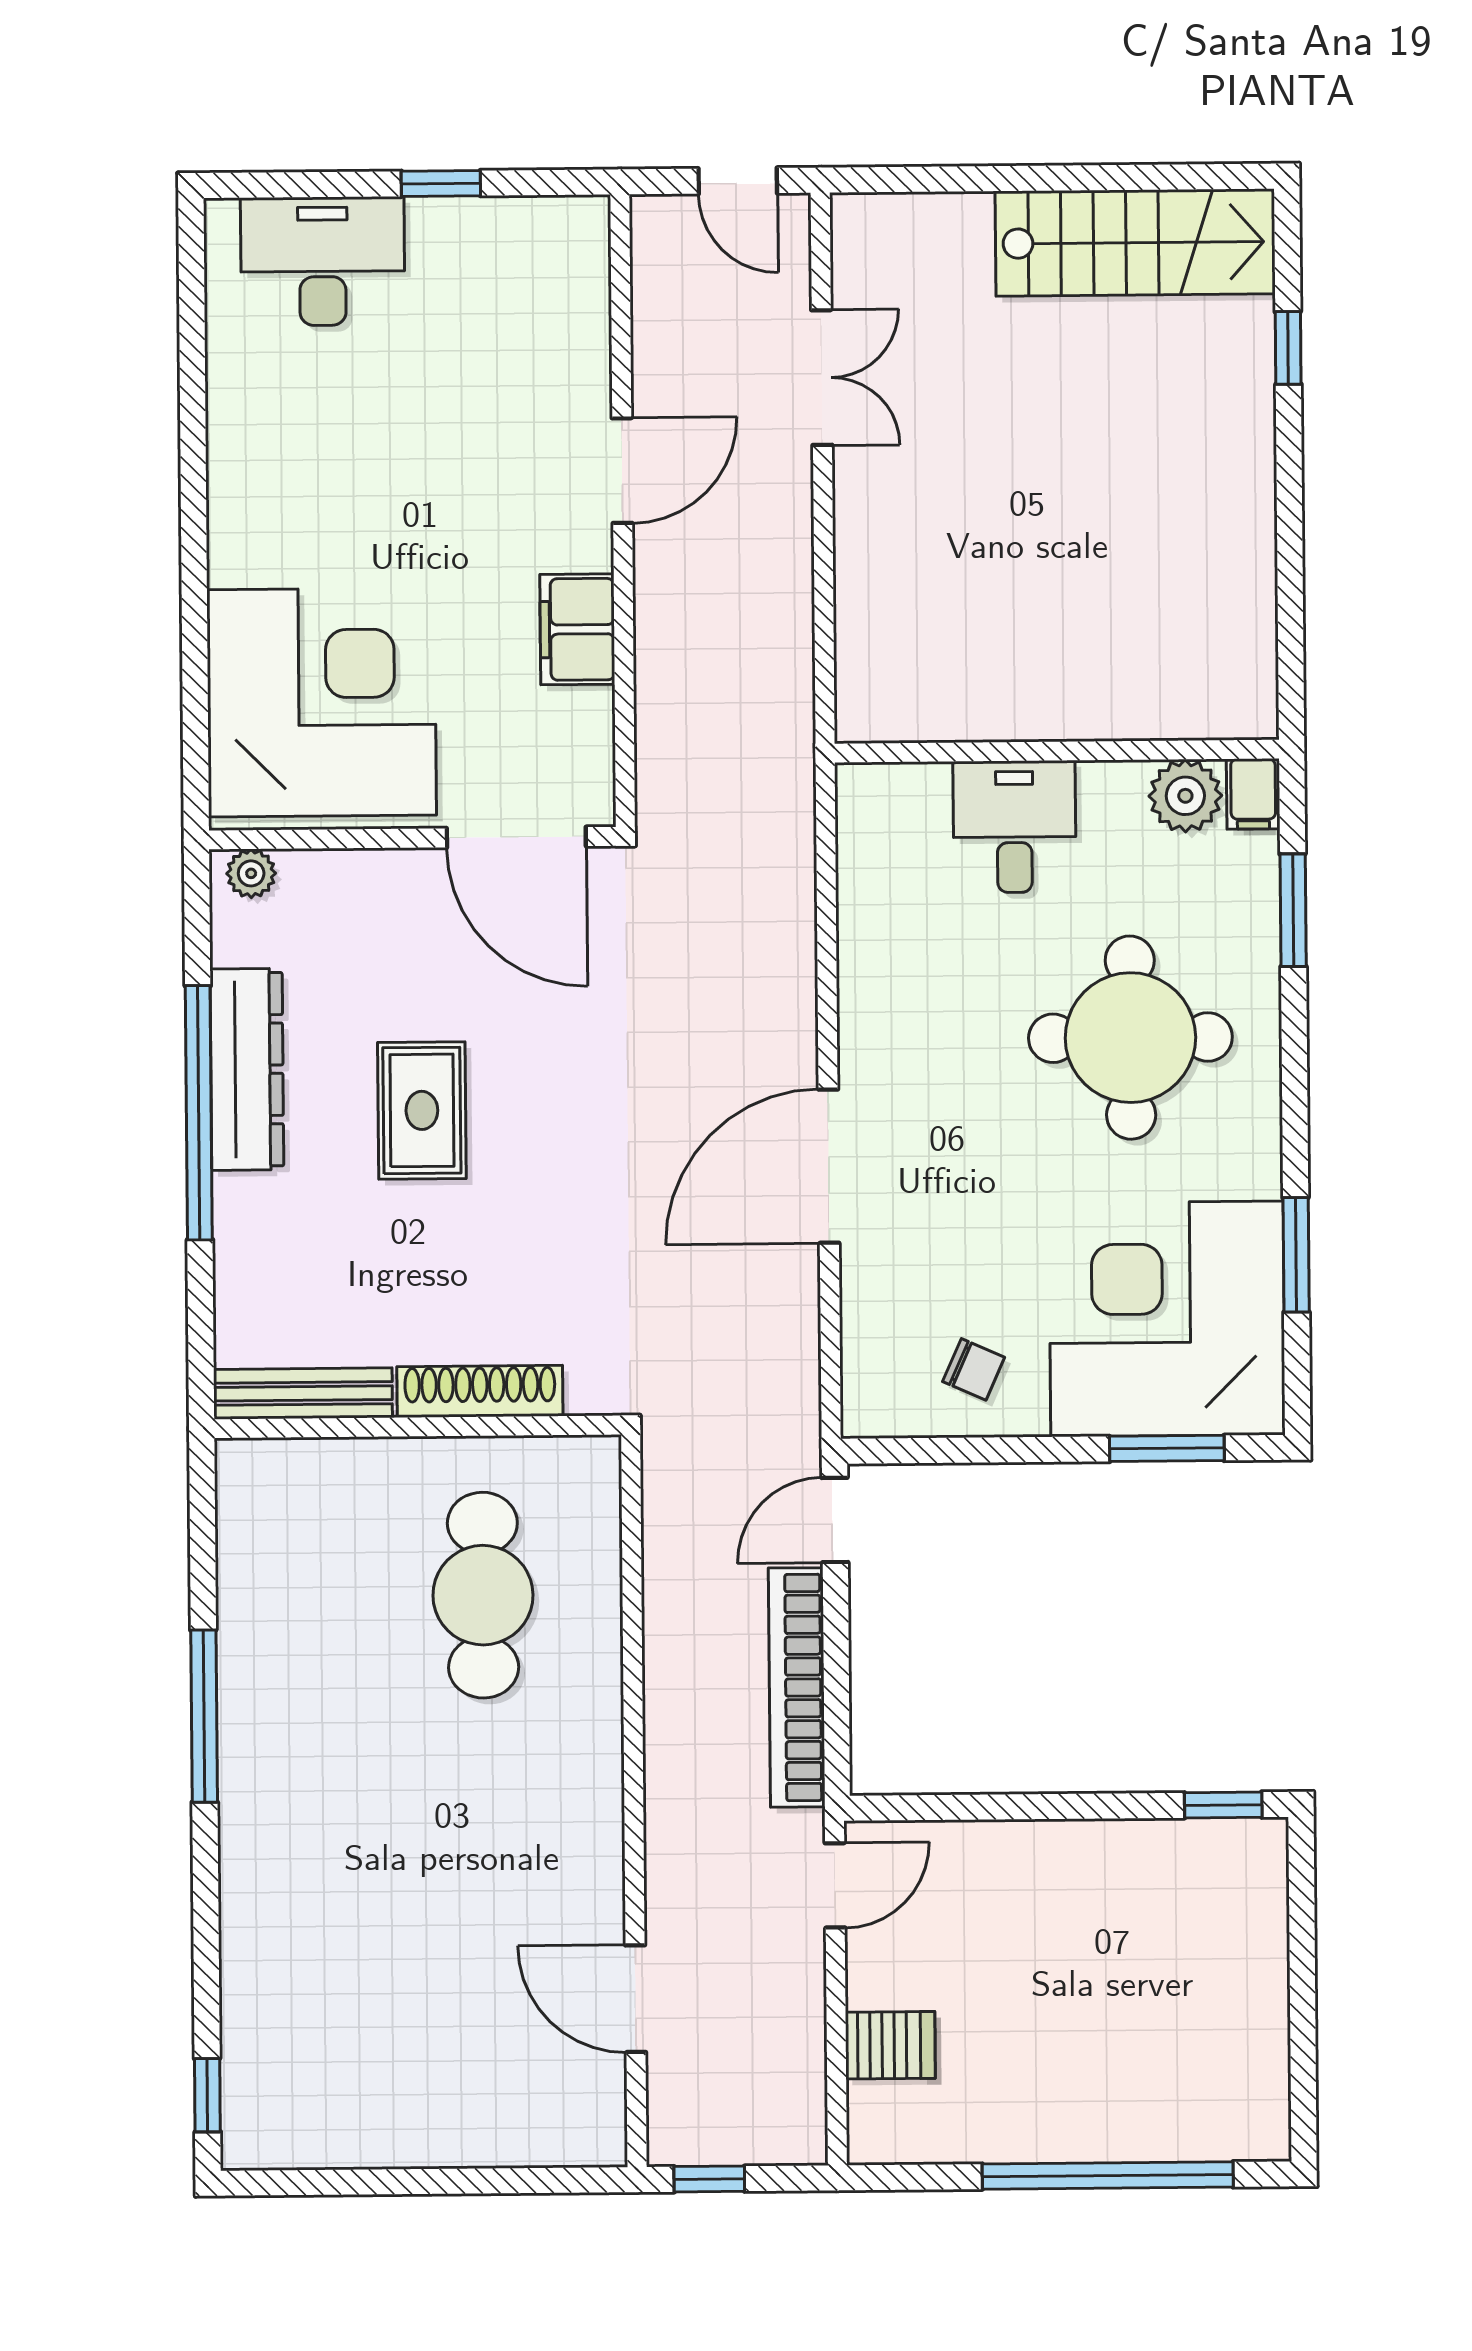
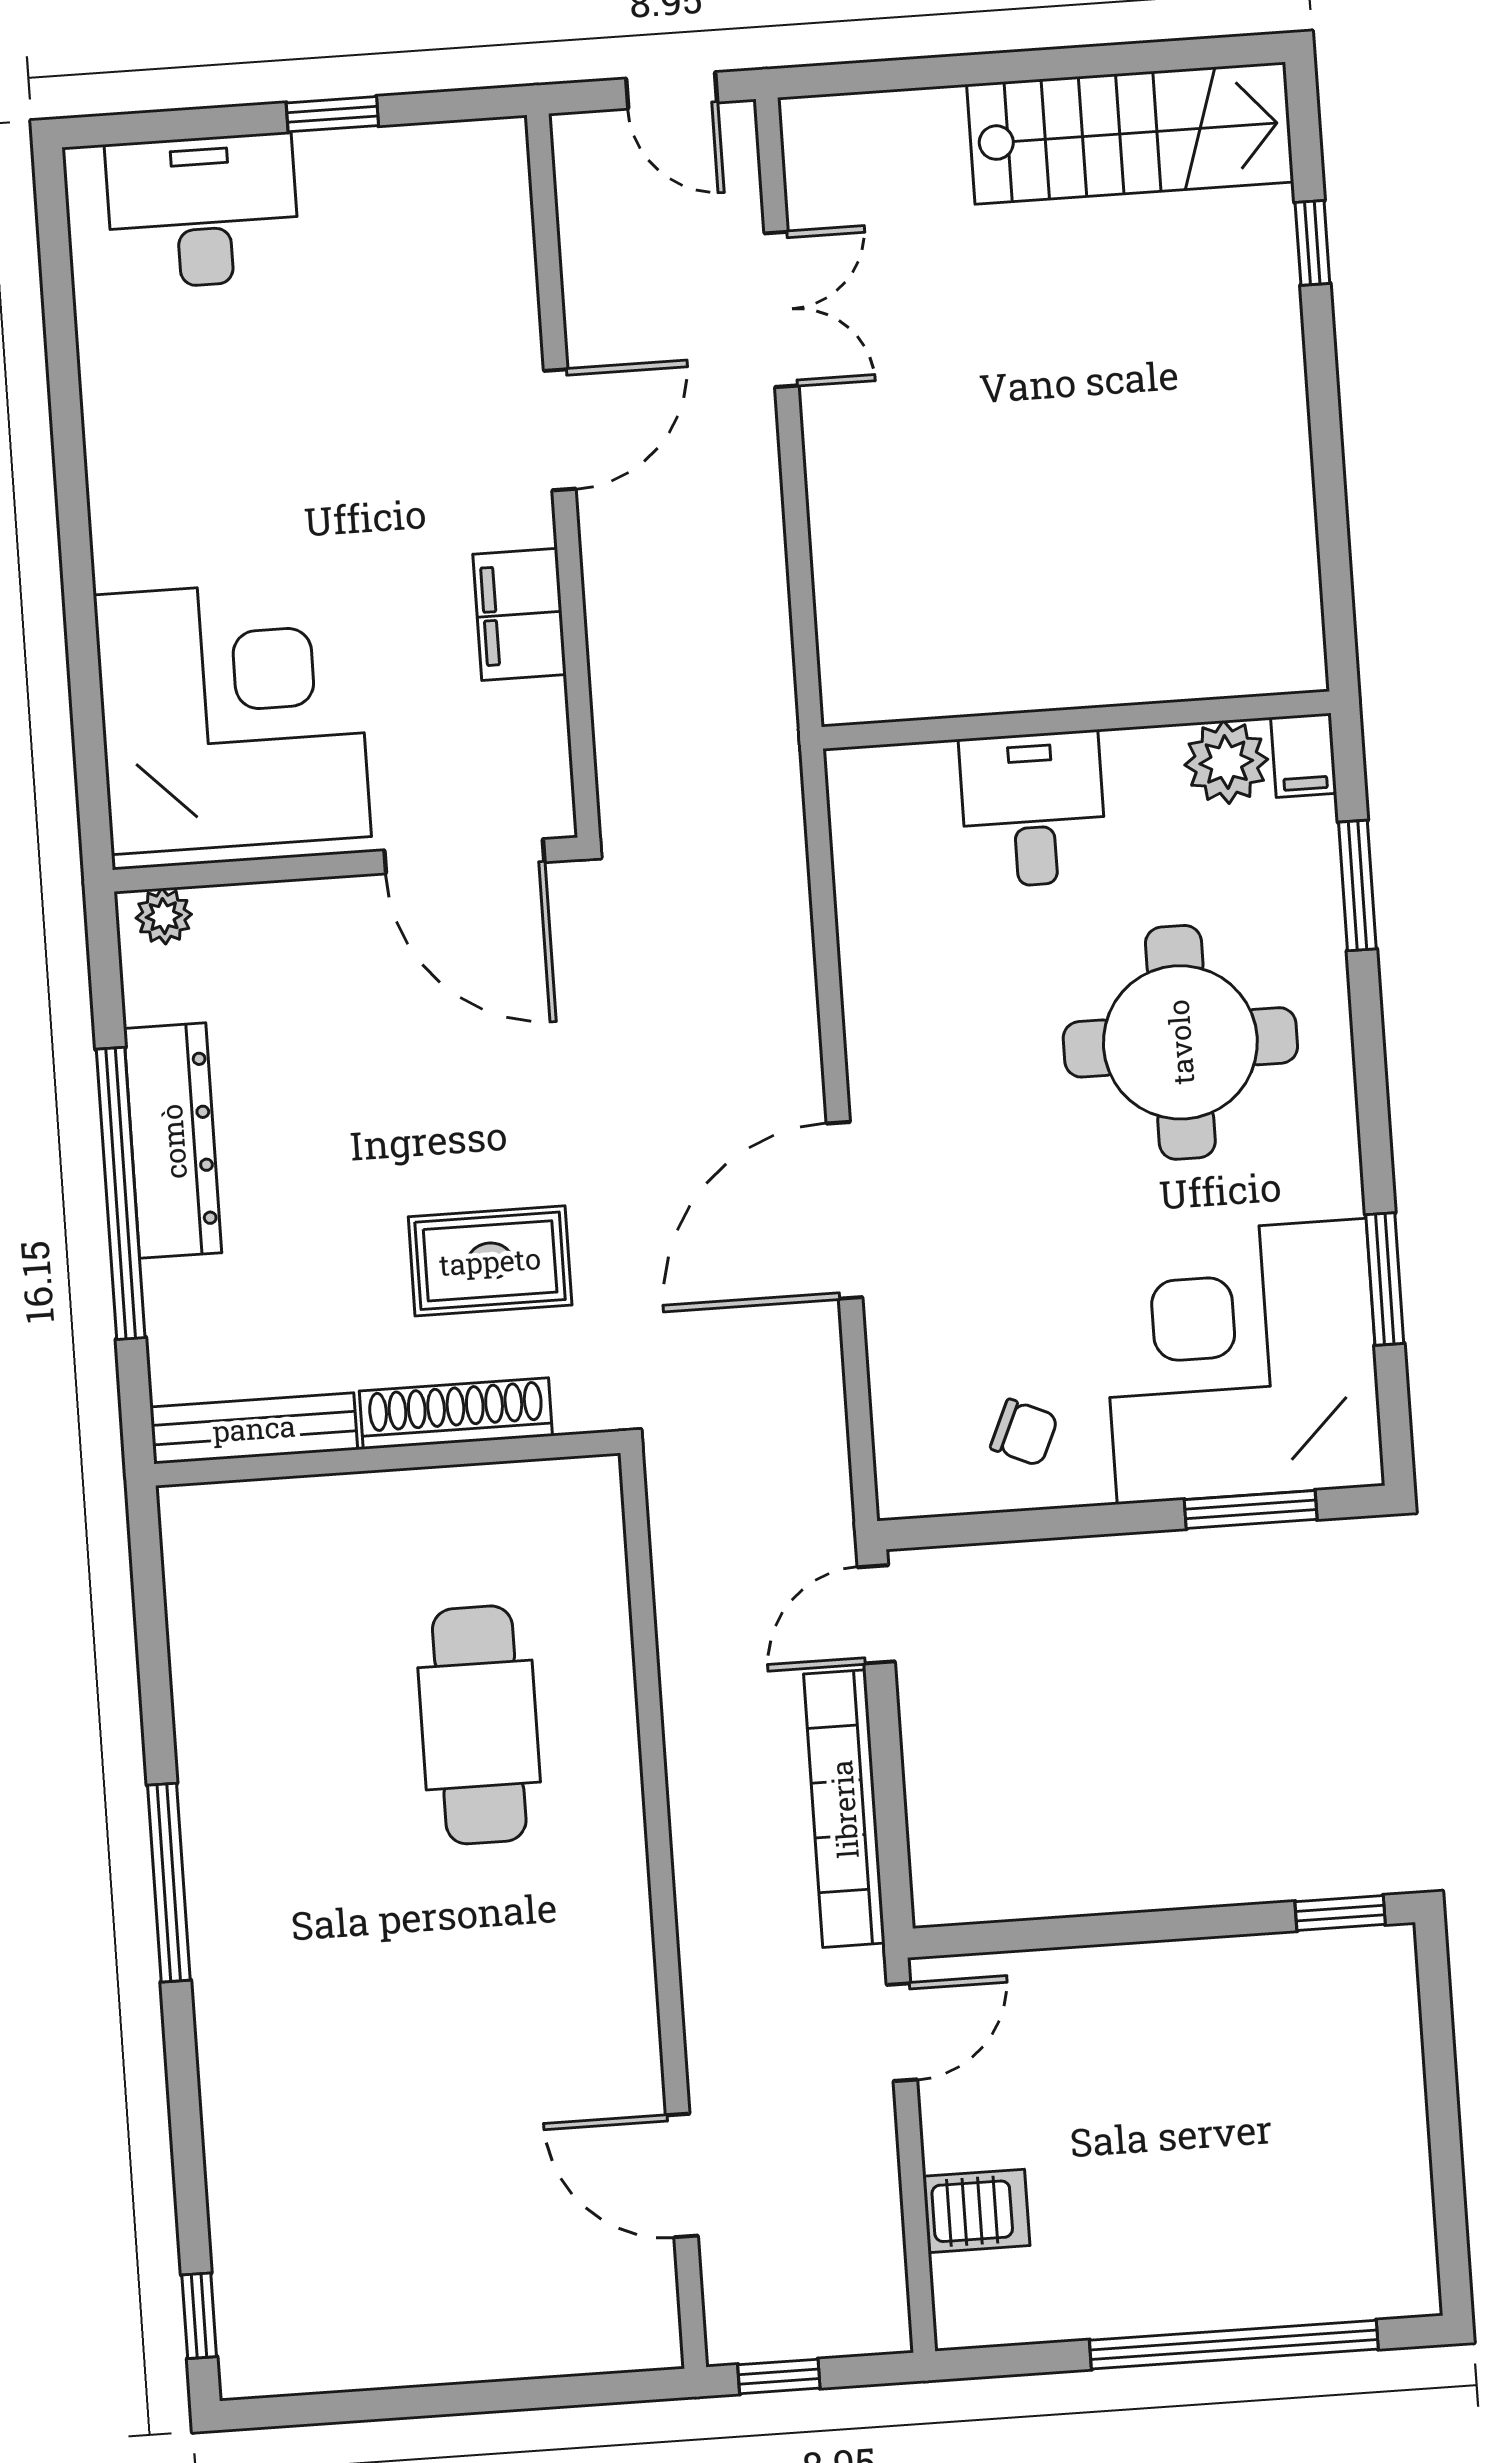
rug: (422, 1110) -> (490, 1261), moved, turned 90
shoe rack: (480, 1391) -> (456, 1413), moved
bench: (303, 1393) -> (254, 1428), moved
wall: (418, 1427) -> (387, 1458), moved

